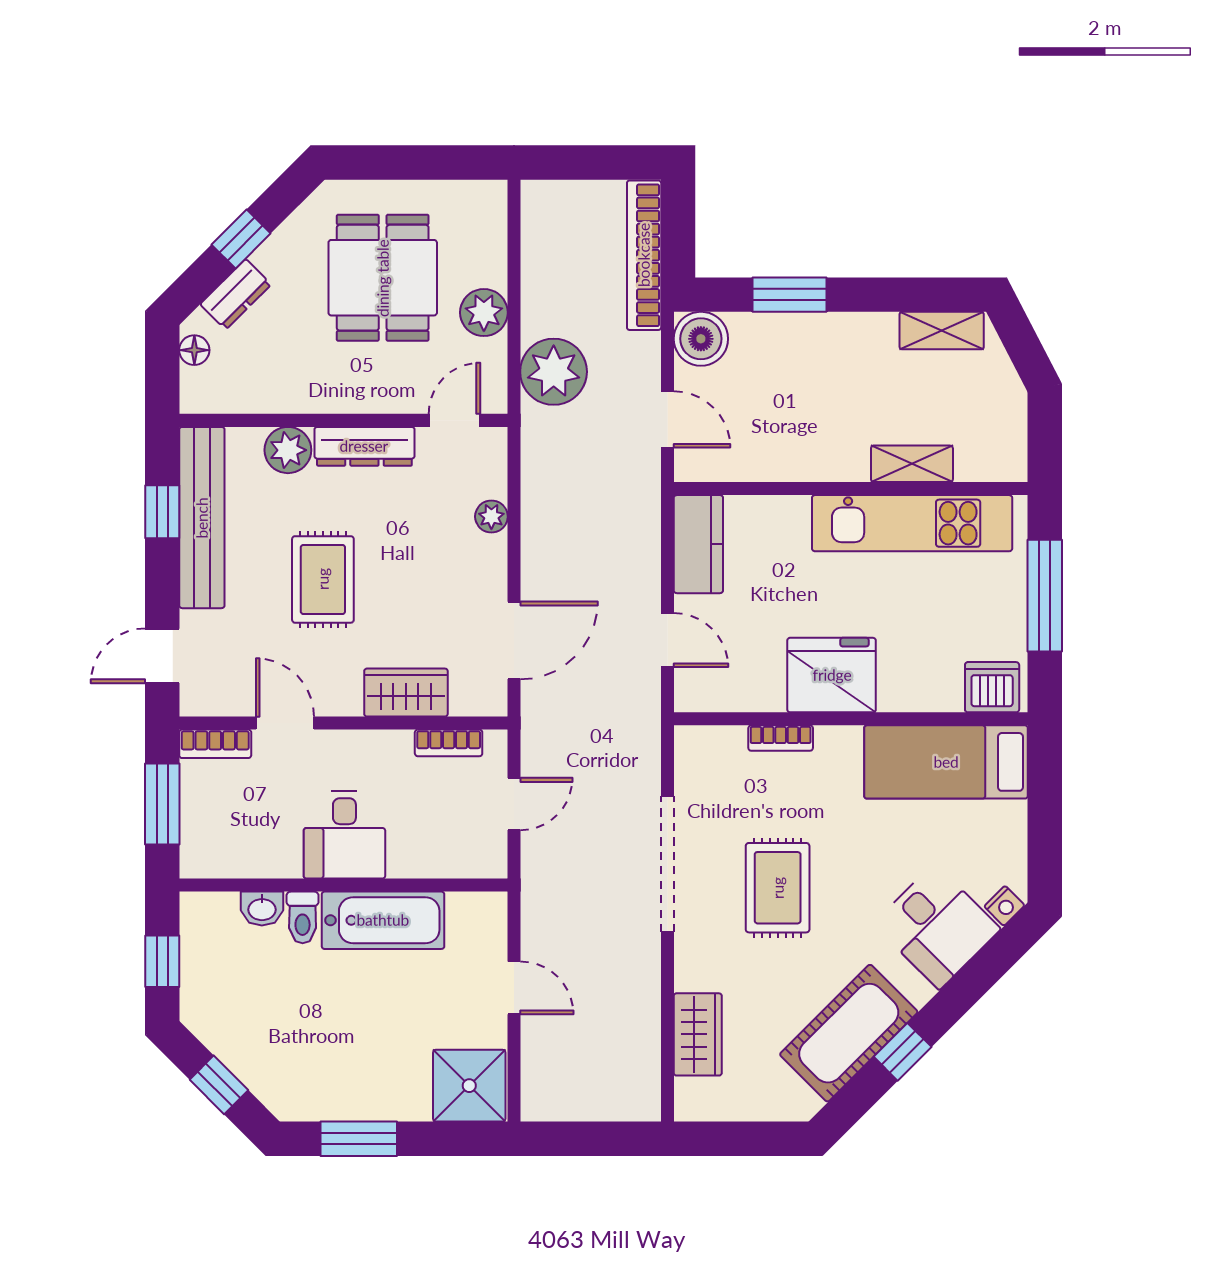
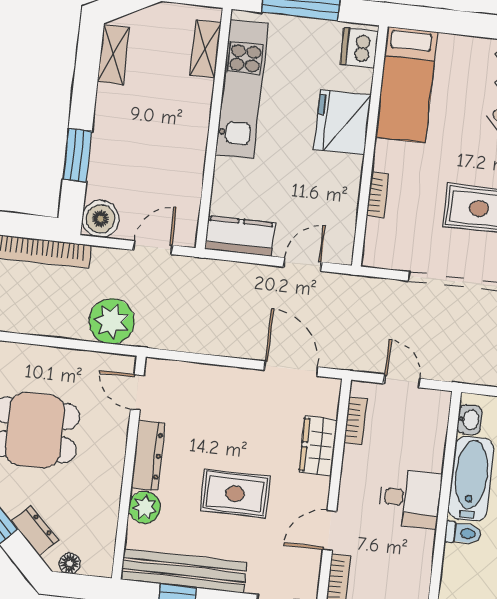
plant: (484, 313) -> (66, 364), removed
shelving: (912, 464) -> (206, 49), moved
plant: (491, 517) -> (205, 374), removed
fridge: (832, 675) -> (342, 122), moved
washbasin: (262, 909) -> (470, 420), moved

